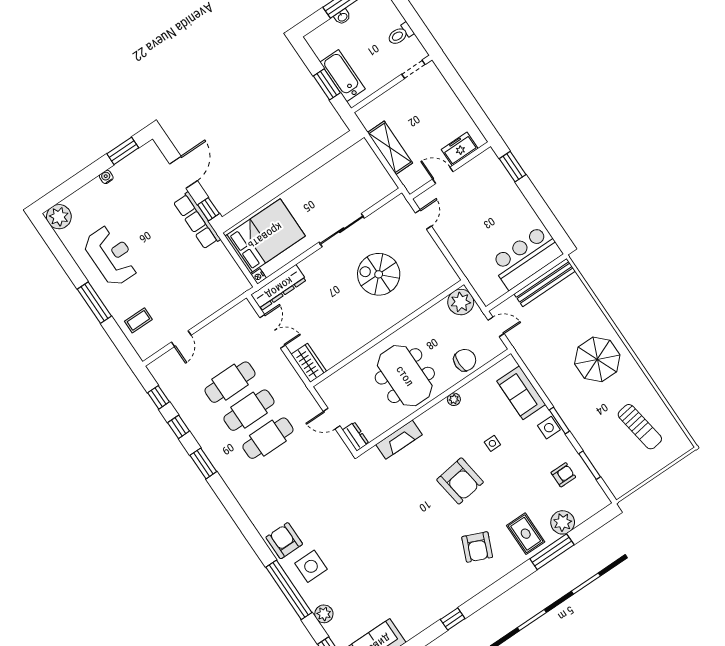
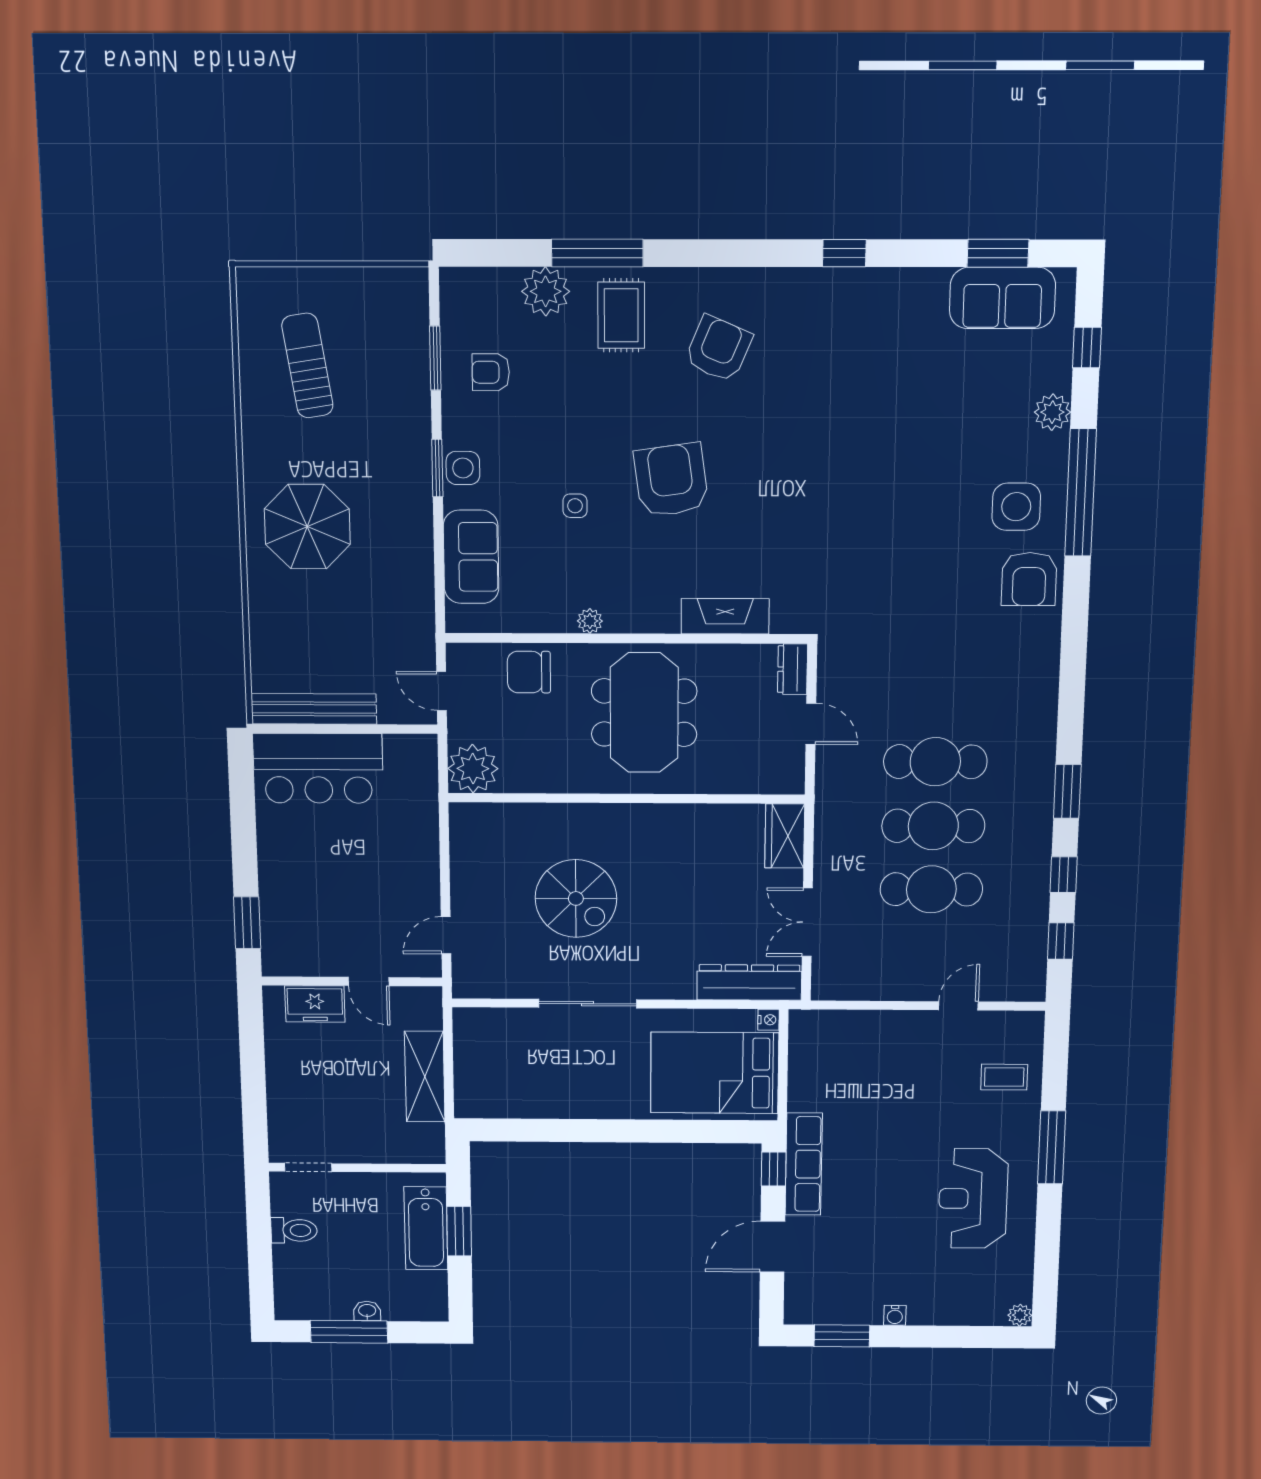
plant: (59, 217) -> (1020, 1315), width x0.53, depth x0.53

